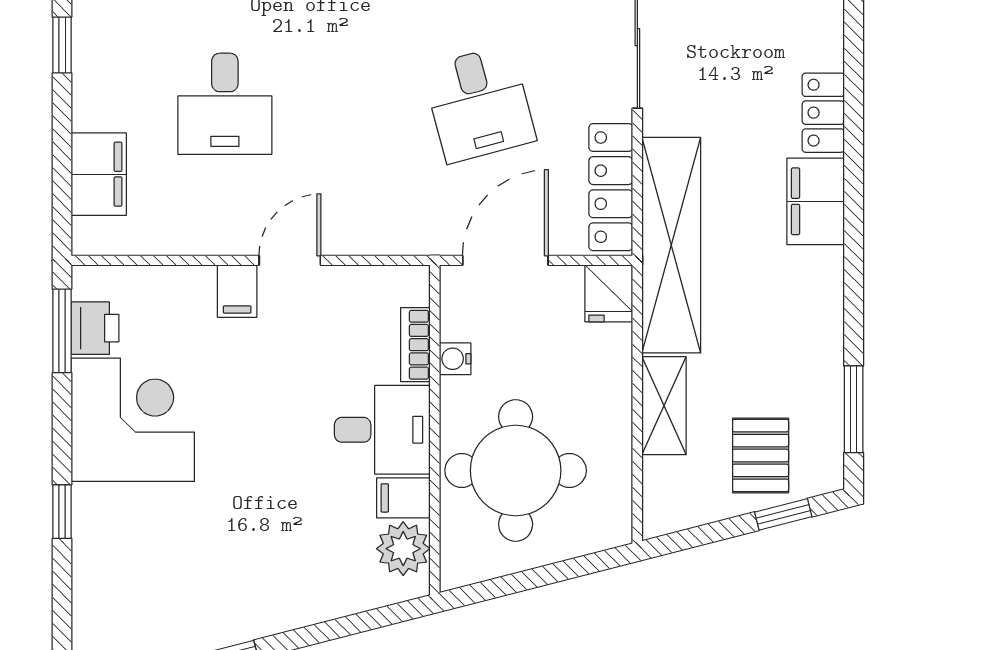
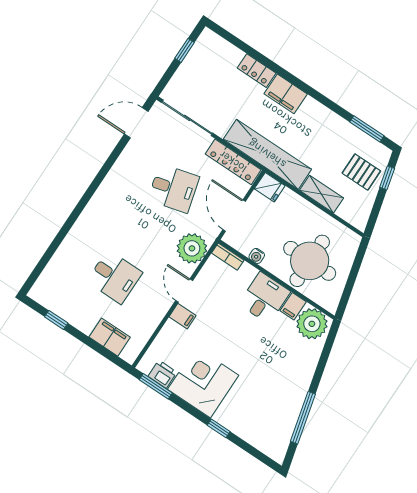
plant: (384, 220) -> (192, 248), added
bookcase: (415, 345) -> (228, 257), moved
plant: (403, 549) -> (312, 324), width x1.36, depth x1.36

